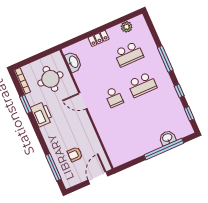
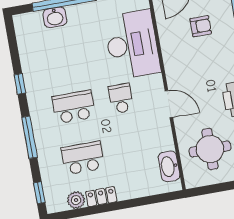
locker: (99, 38) -> (101, 197), moved
window: (189, 114) -> (39, 193), moved
desk: (115, 132) -> (132, 45), added

